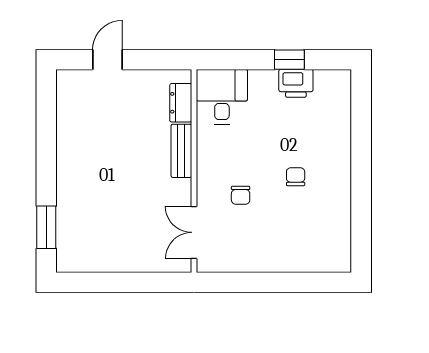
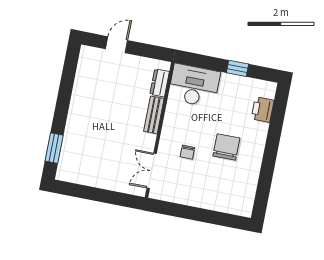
printer: (296, 83) -> (263, 110), moved, turned 90
desk: (222, 97) -> (194, 85), width x1.37
chair: (296, 177) -> (226, 147), width x1.87, depth x1.87

